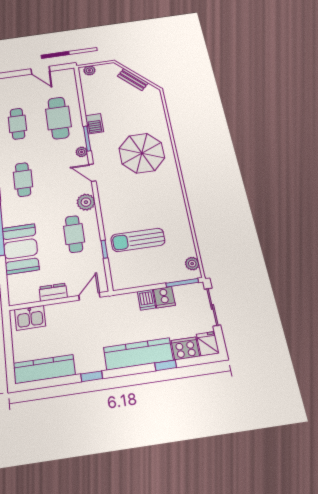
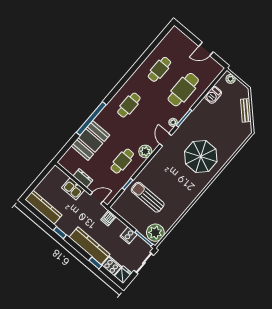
door: (40, 70) -> (206, 49), hinge flipped
barbecue: (94, 124) -> (213, 95), moved
plant: (192, 264) -> (155, 233), width x1.87, depth x1.87
dishwasher: (146, 300) -> (108, 218), moved
kitchen sink: (30, 318) -> (73, 189), moved

